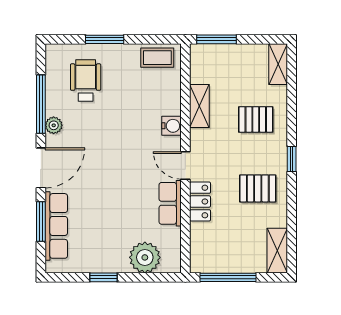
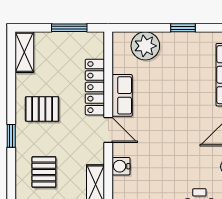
pallet: (256, 119) -> (44, 172), turned 90
locker: (200, 201) -> (95, 87), width x1.53
window: (228, 277) -> (69, 28), width x0.69

